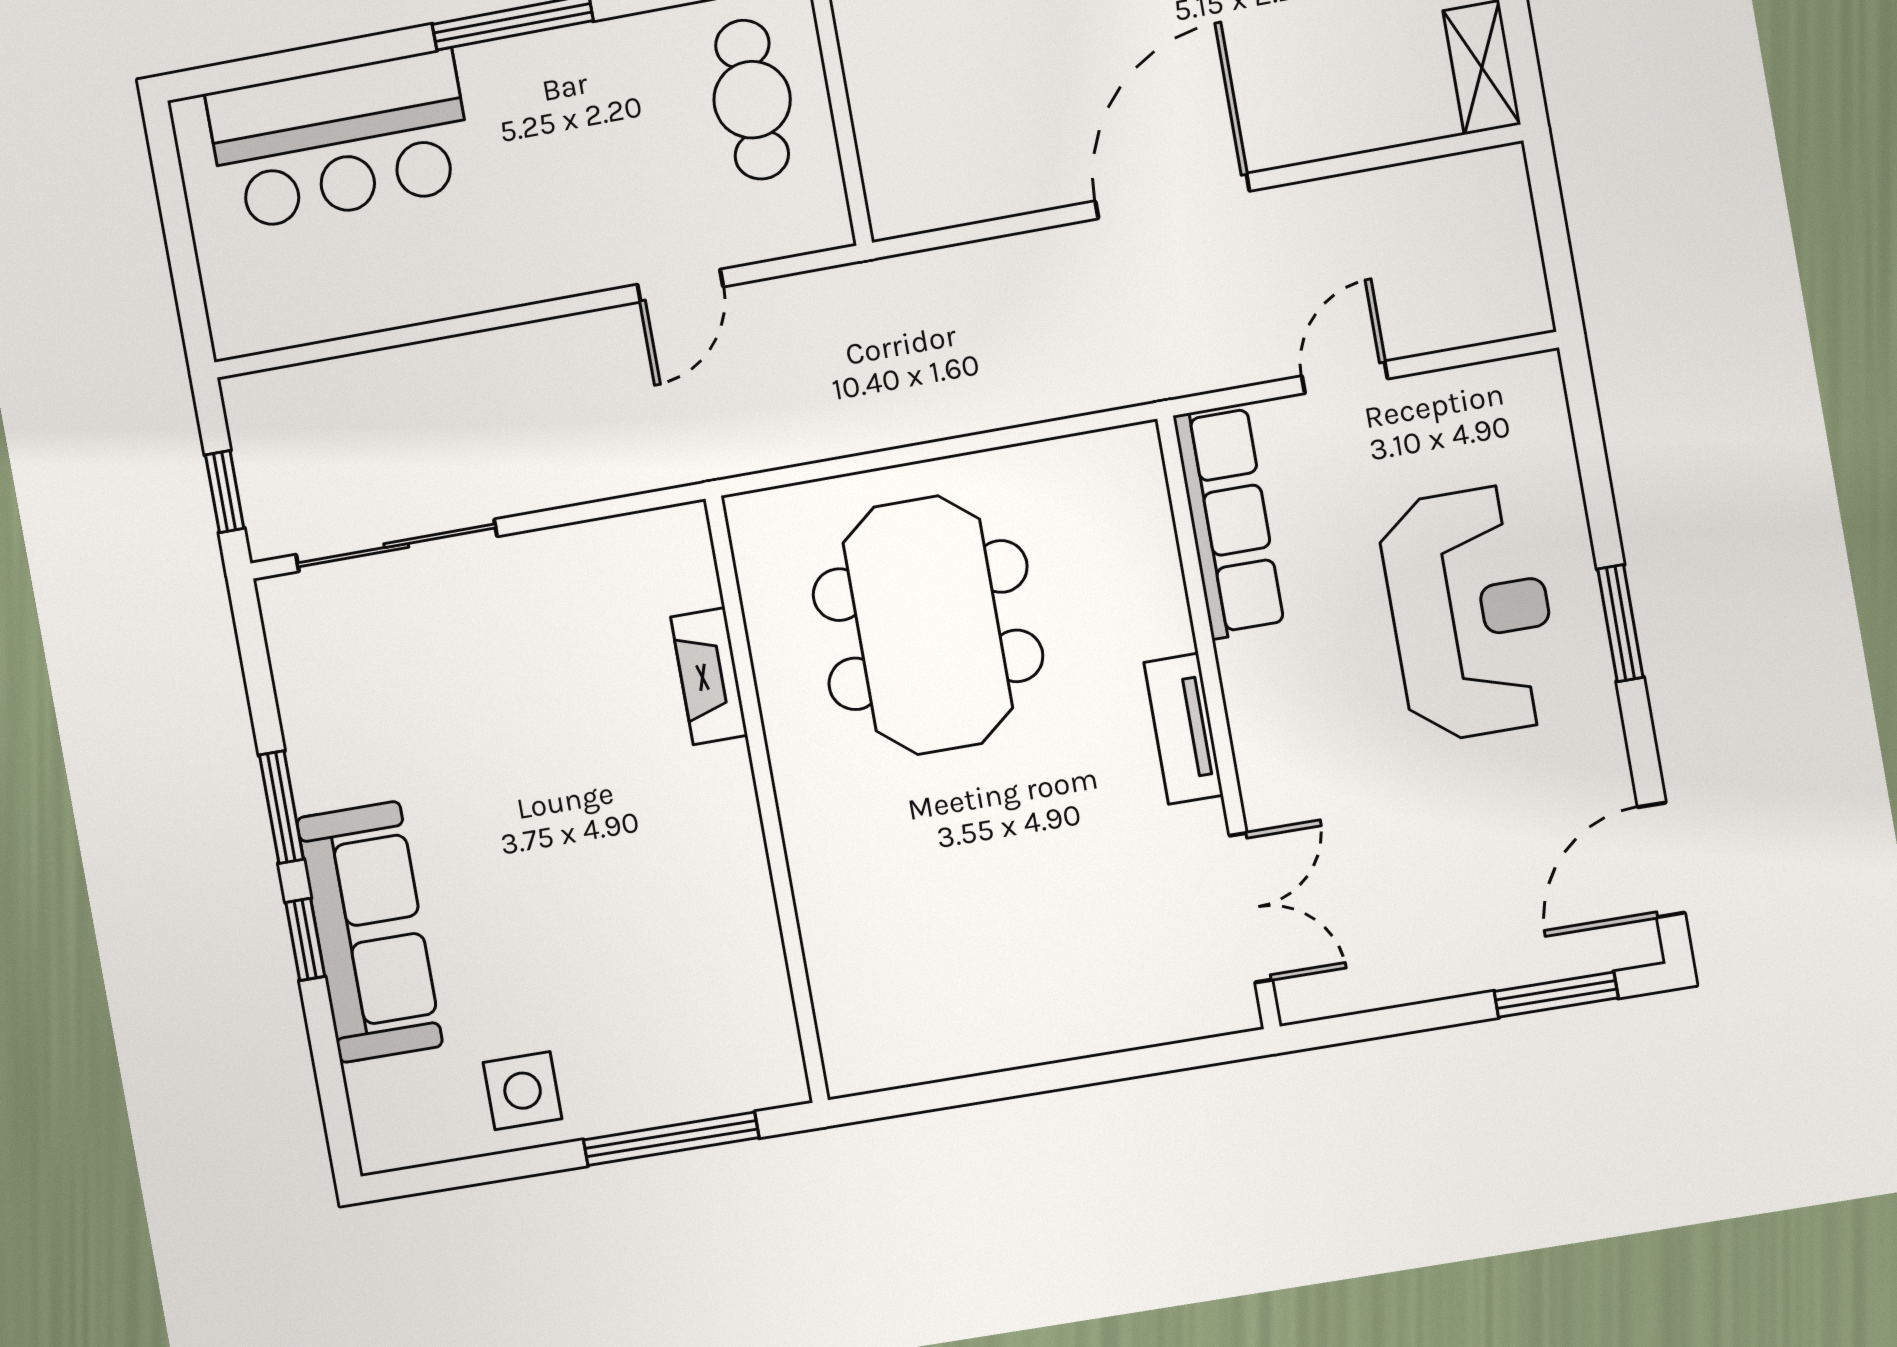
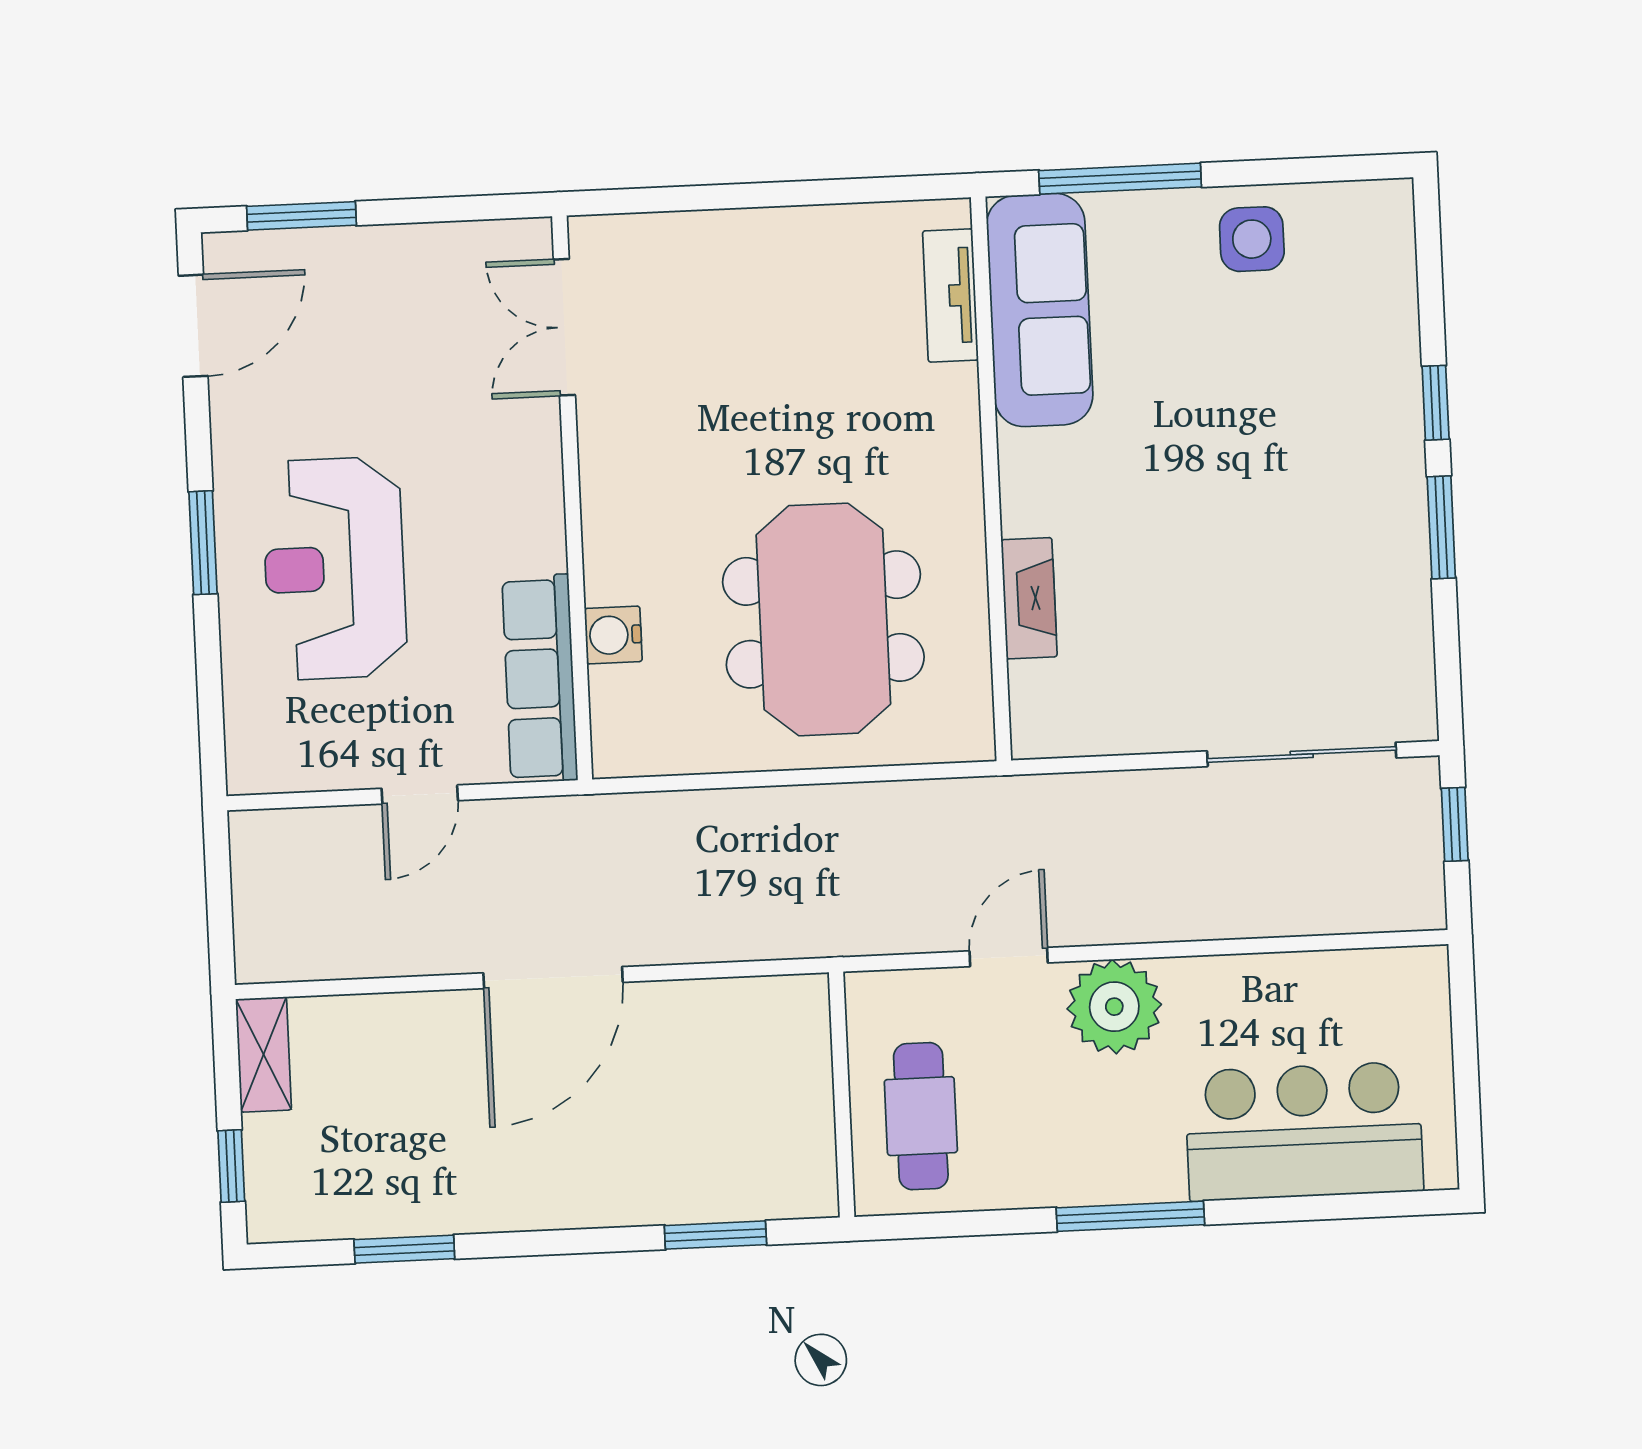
plant: (560, 247) -> (1114, 1007), added
water cooler: (1154, 579) -> (613, 635), added
tv unit: (1183, 729) -> (950, 295), moved, turned 180
sofa: (370, 932) -> (1040, 310), moved, turned 180

